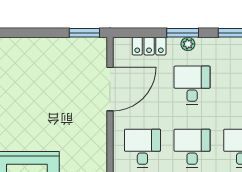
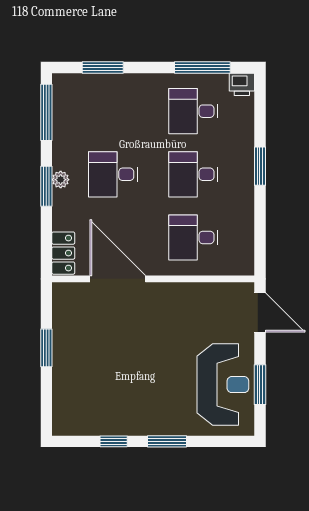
window: (84, 33) -> (46, 348), moved
locker: (149, 46) -> (63, 253), moved

